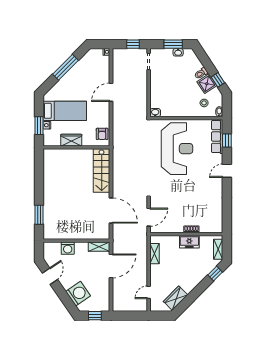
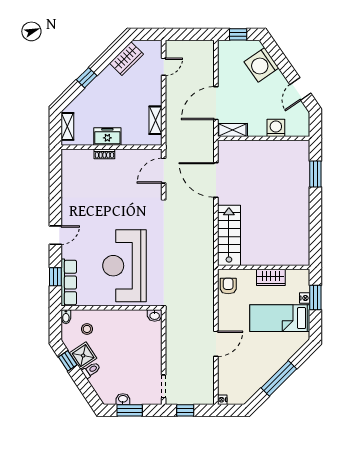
window: (215, 274) -> (87, 78), moved

